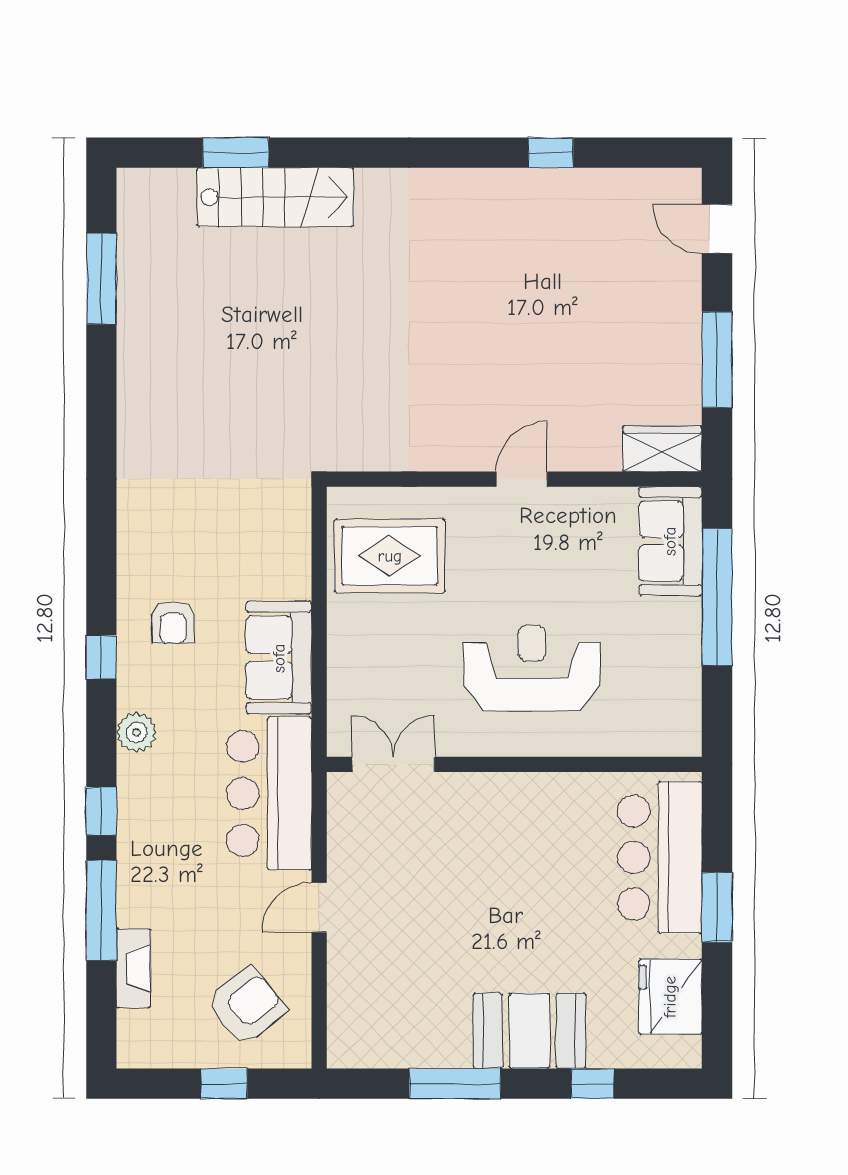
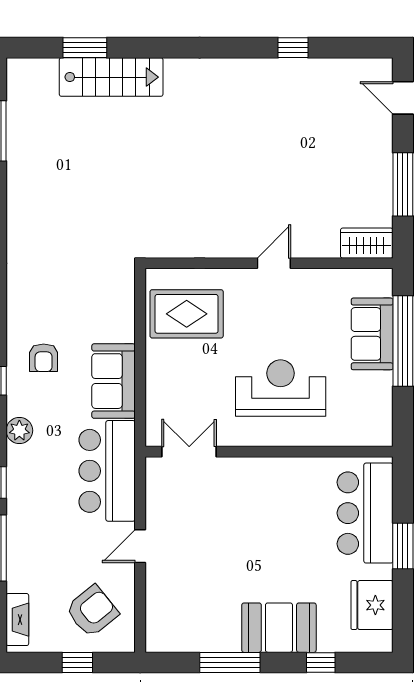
sofa: (670, 541) -> (372, 334), moved
fireplace: (133, 968) -> (17, 620), moved

